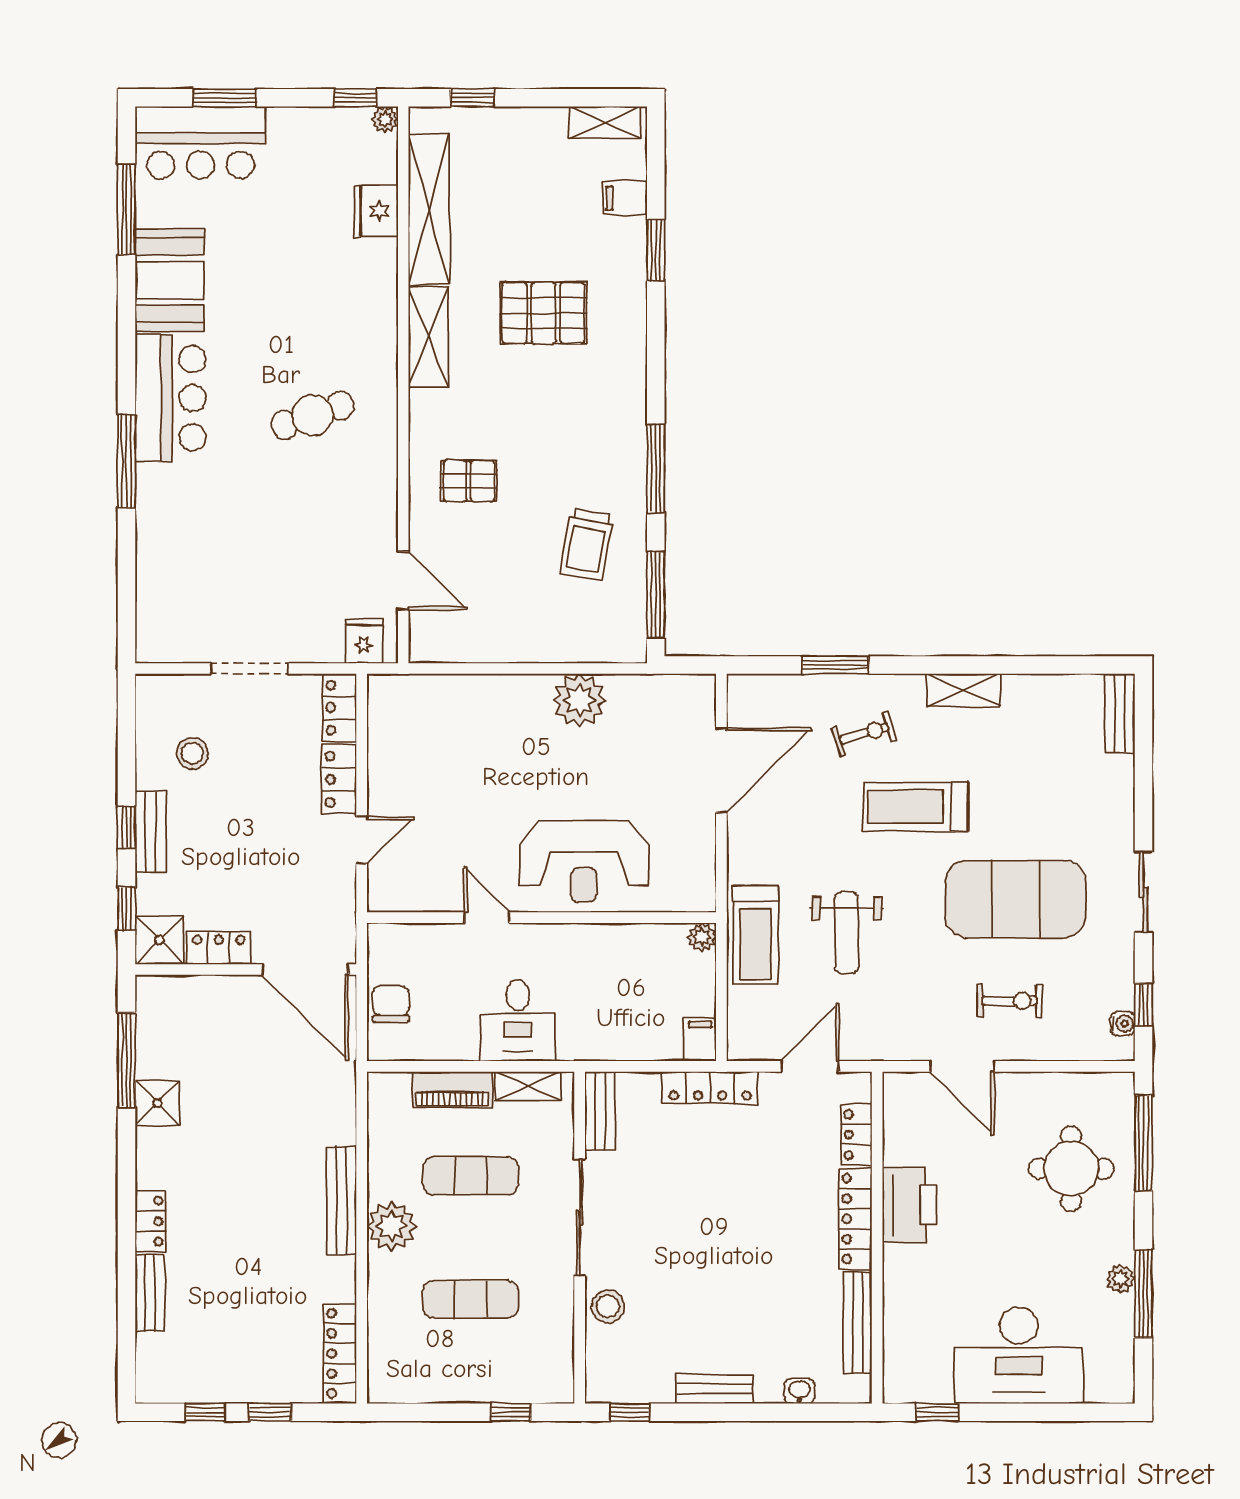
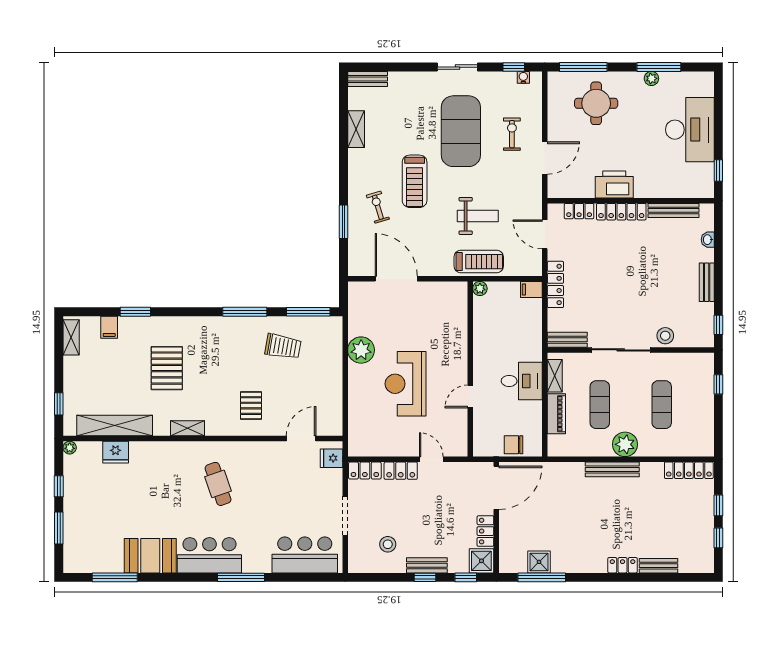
window: (355, 98) -> (59, 486), moved
bar counter: (201, 143) -> (305, 555), moved, turned -90
shelving: (428, 337) -> (187, 428), width x0.67, depth x0.75
shelving: (963, 690) -> (356, 129), moved
reception desk: (584, 861) -> (406, 384), moved, turned 180
shower: (157, 1103) -> (539, 562), moved

